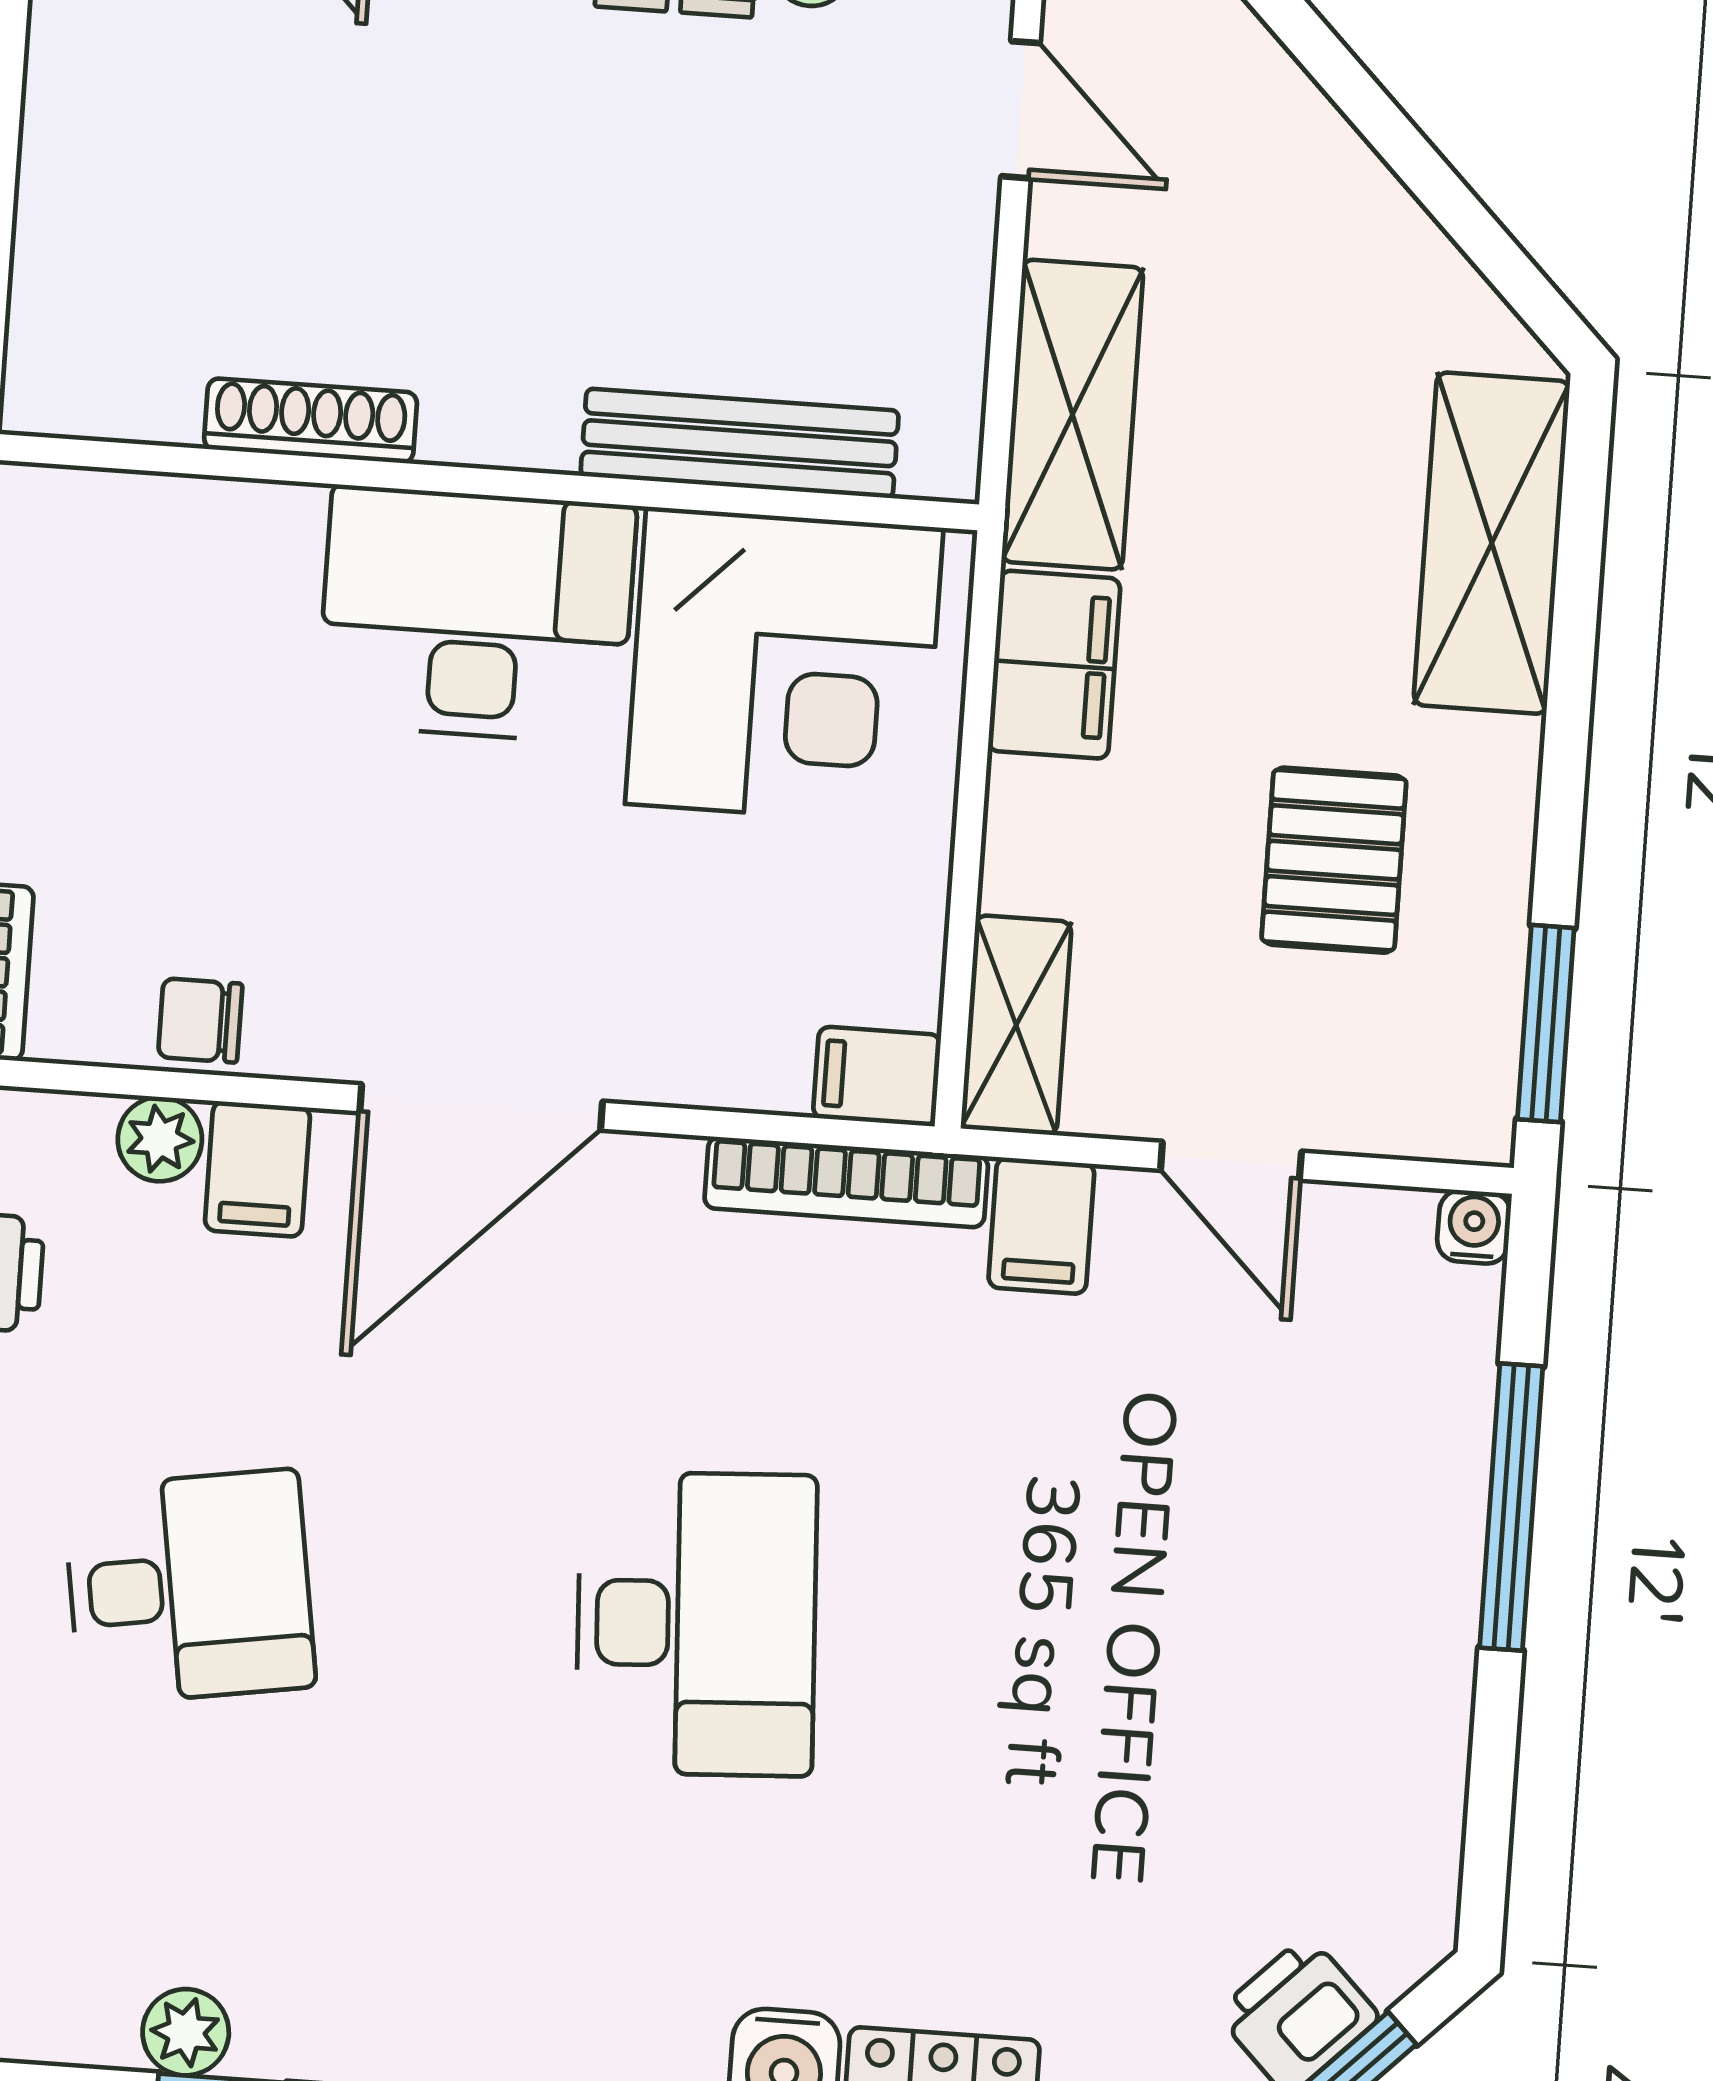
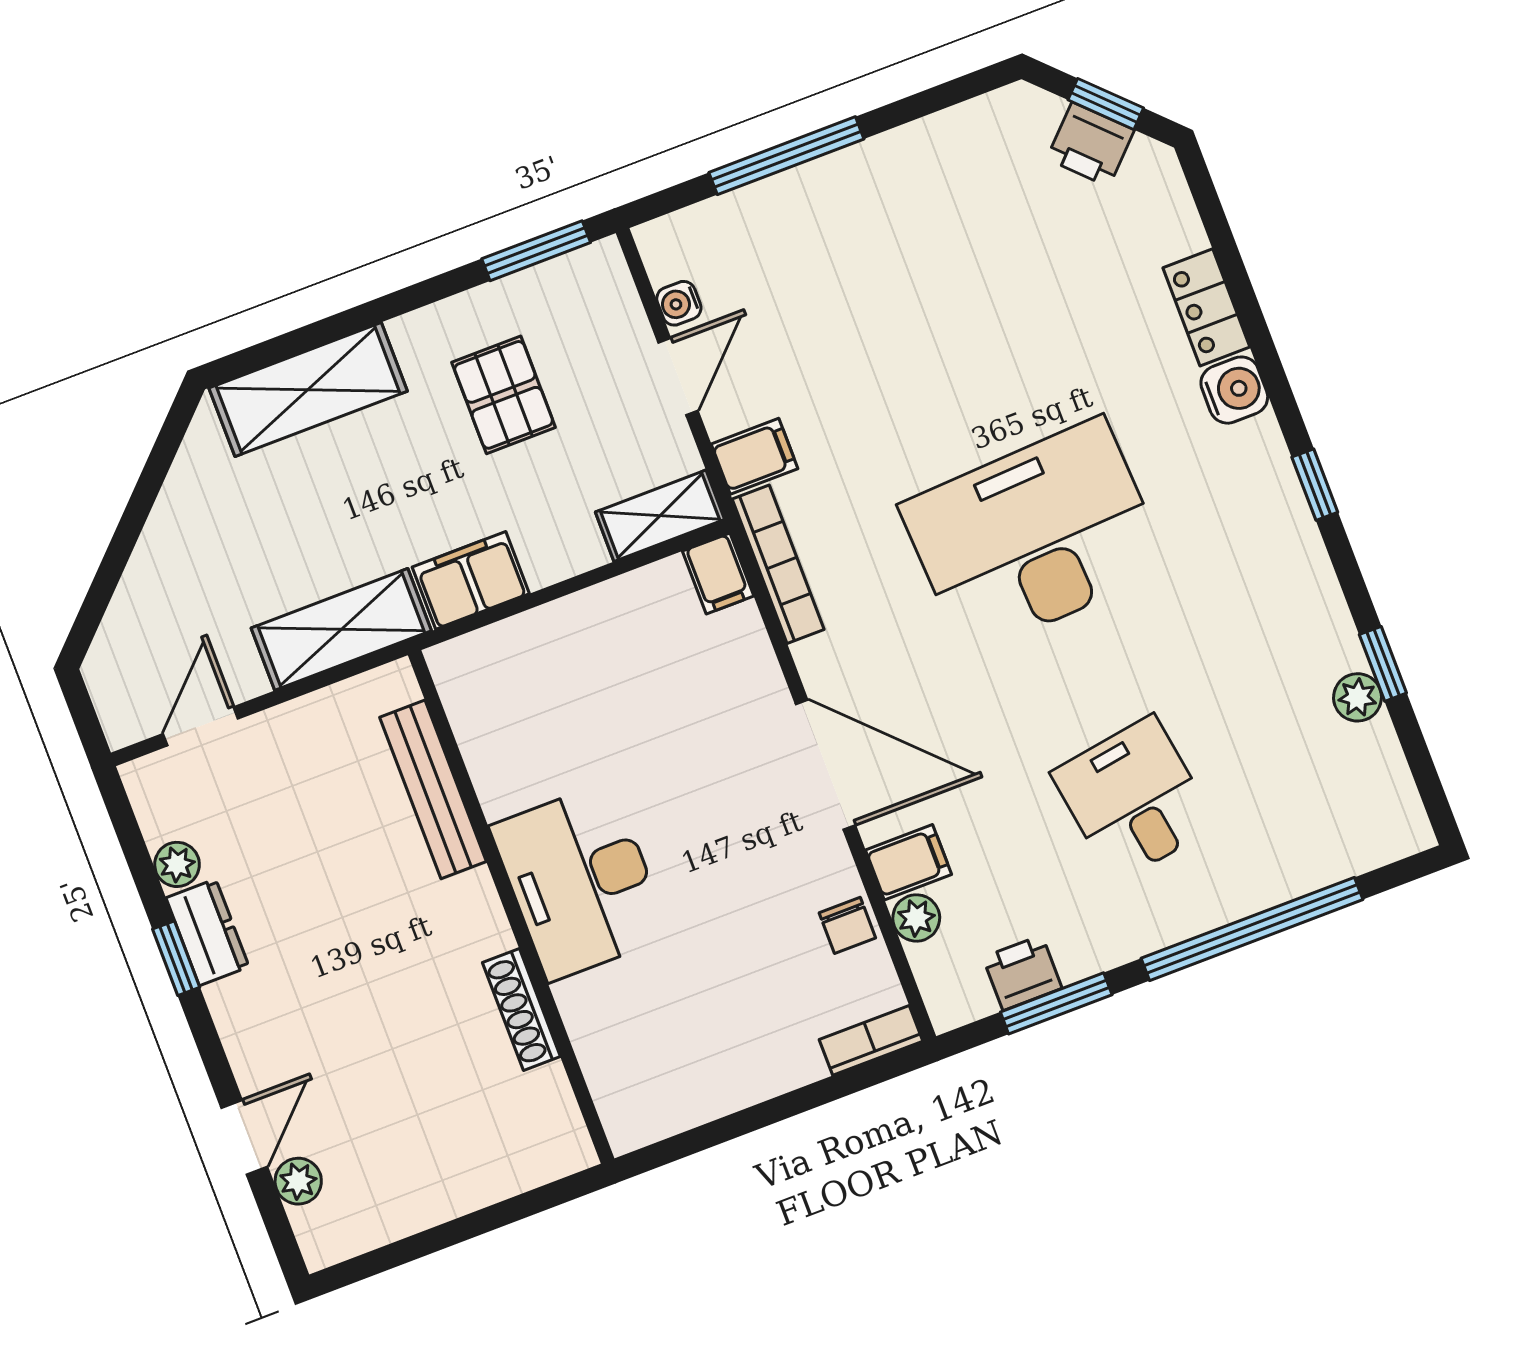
corner desk: (784, 666) -> (534, 715), removed
pallet: (1334, 860) -> (504, 395), turned 90
water cooler: (1474, 1227) -> (679, 303), moved
desk: (696, 1624) -> (1034, 537), width x1.36, depth x1.30

